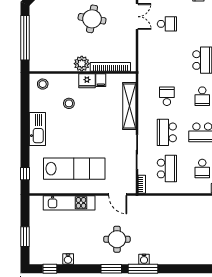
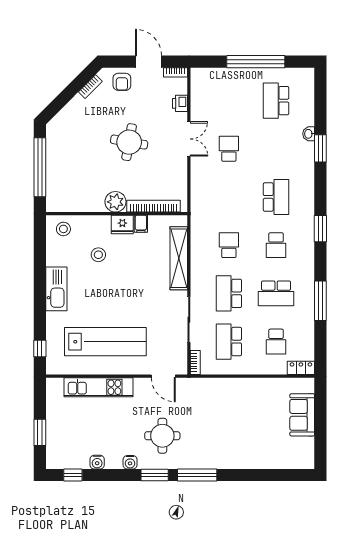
school desk: (167, 24) -> (229, 149), turned -90
school desk: (167, 169) -> (229, 342), turned 180
water cooler: (144, 259) -> (130, 462), moved

